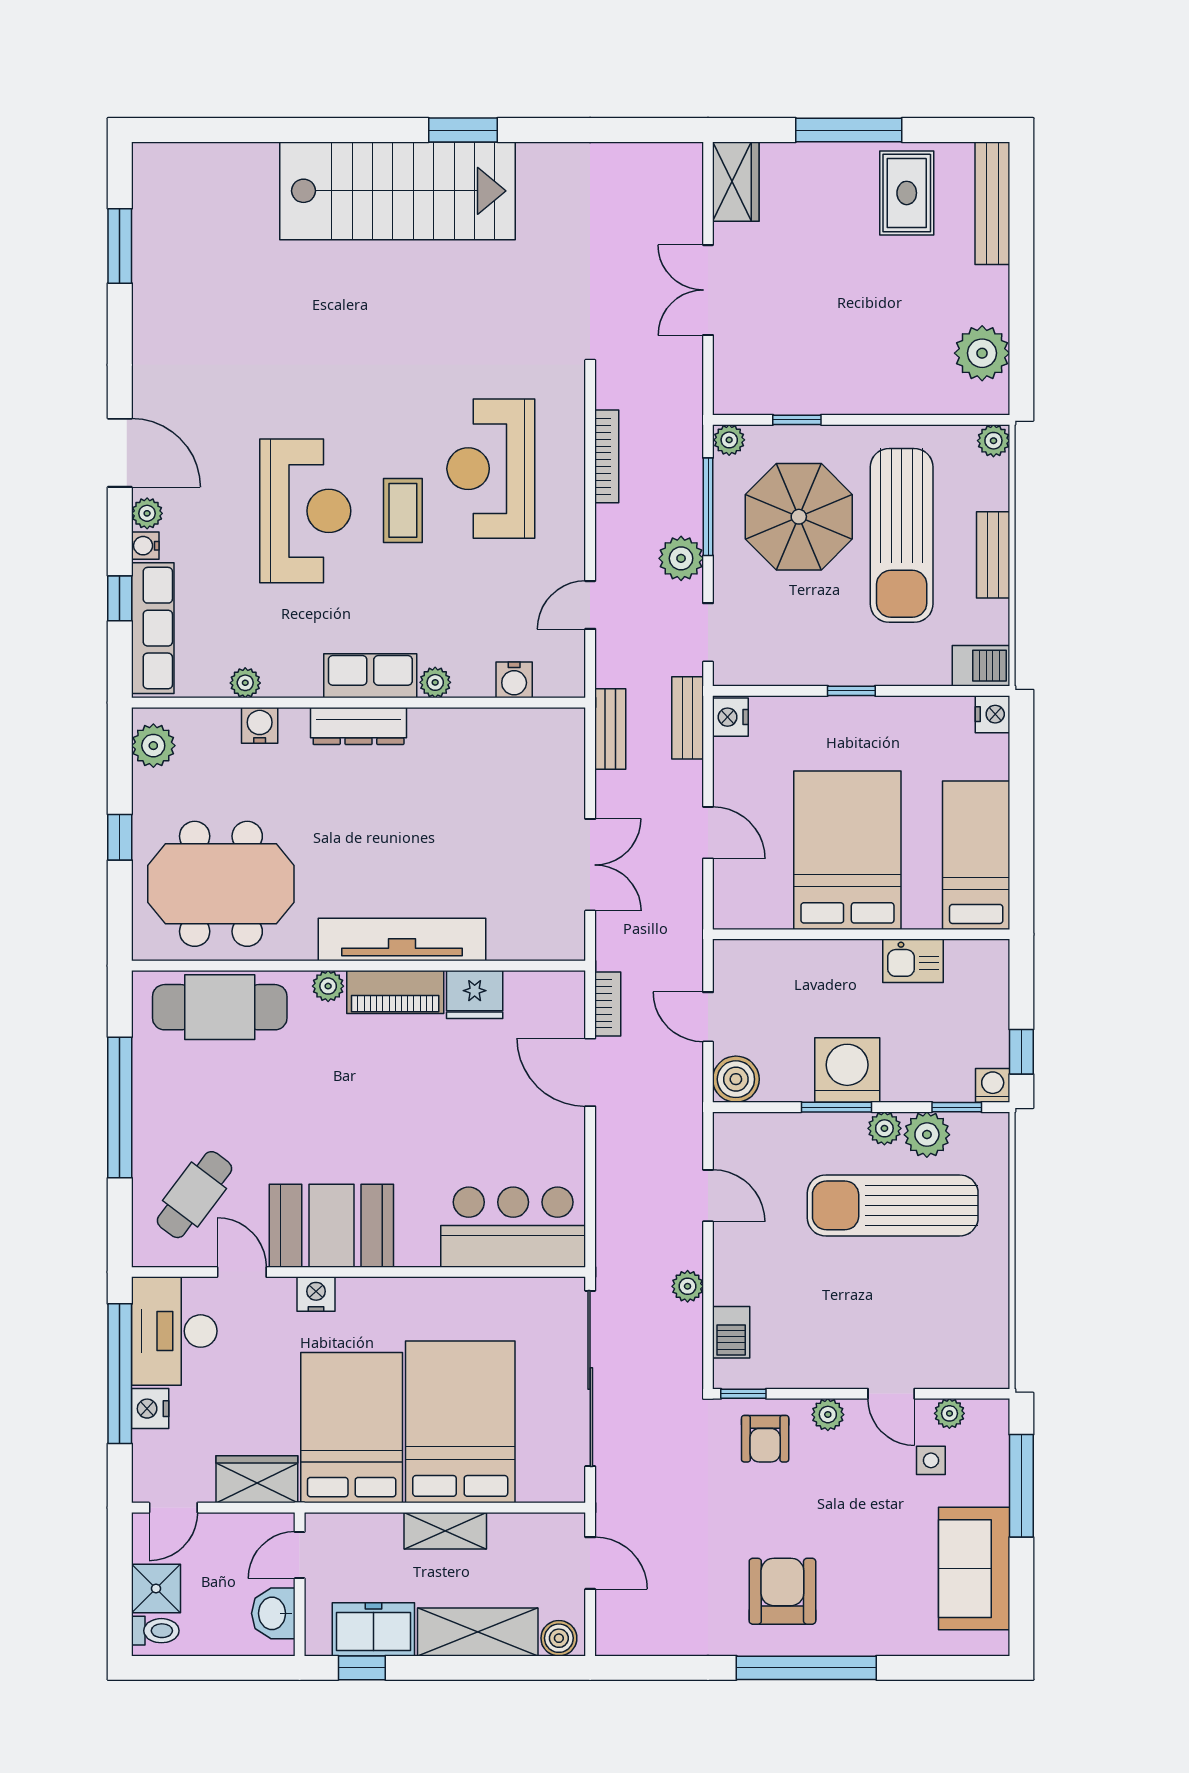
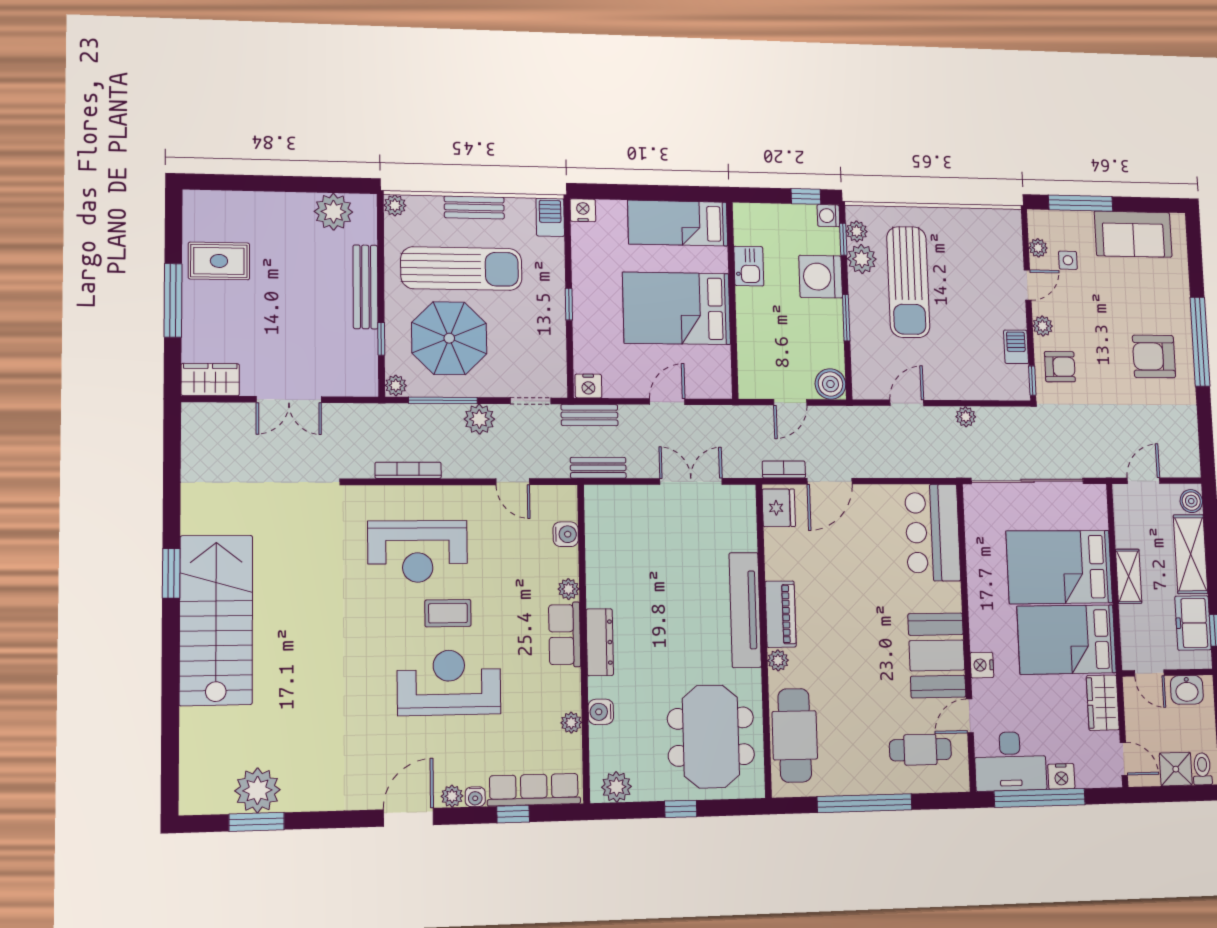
bench: (992, 203) -> (365, 287), moved, turned 90
plant: (163, 247) -> (257, 790), added
fridge: (475, 994) -> (779, 508), moved
washing machine: (847, 1070) -> (821, 277), moved
plant: (884, 1128) -> (857, 231), moved
cafe table: (194, 1195) -> (920, 750), turned -37
barbecue: (731, 1332) -> (1016, 347), moved, turned -90

